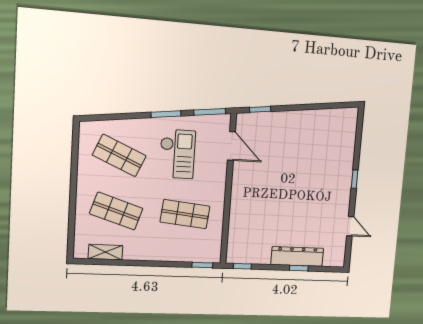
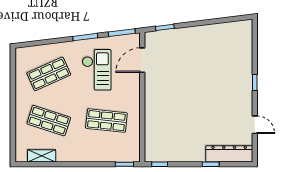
door: (231, 146) -> (142, 60), swing flipped
shop shelf: (119, 155) -> (49, 74), turned -48
dresser: (297, 256) -> (229, 154), moved

